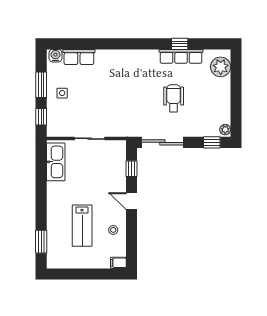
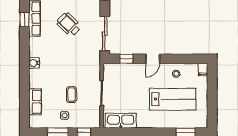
water cooler: (55, 56) -> (34, 63), moved
wheelchair: (174, 98) -> (69, 25), turned 44
coffee table: (88, 102) -> (72, 95), added
lab bench: (82, 226) -> (173, 99), width x1.36, depth x1.39

